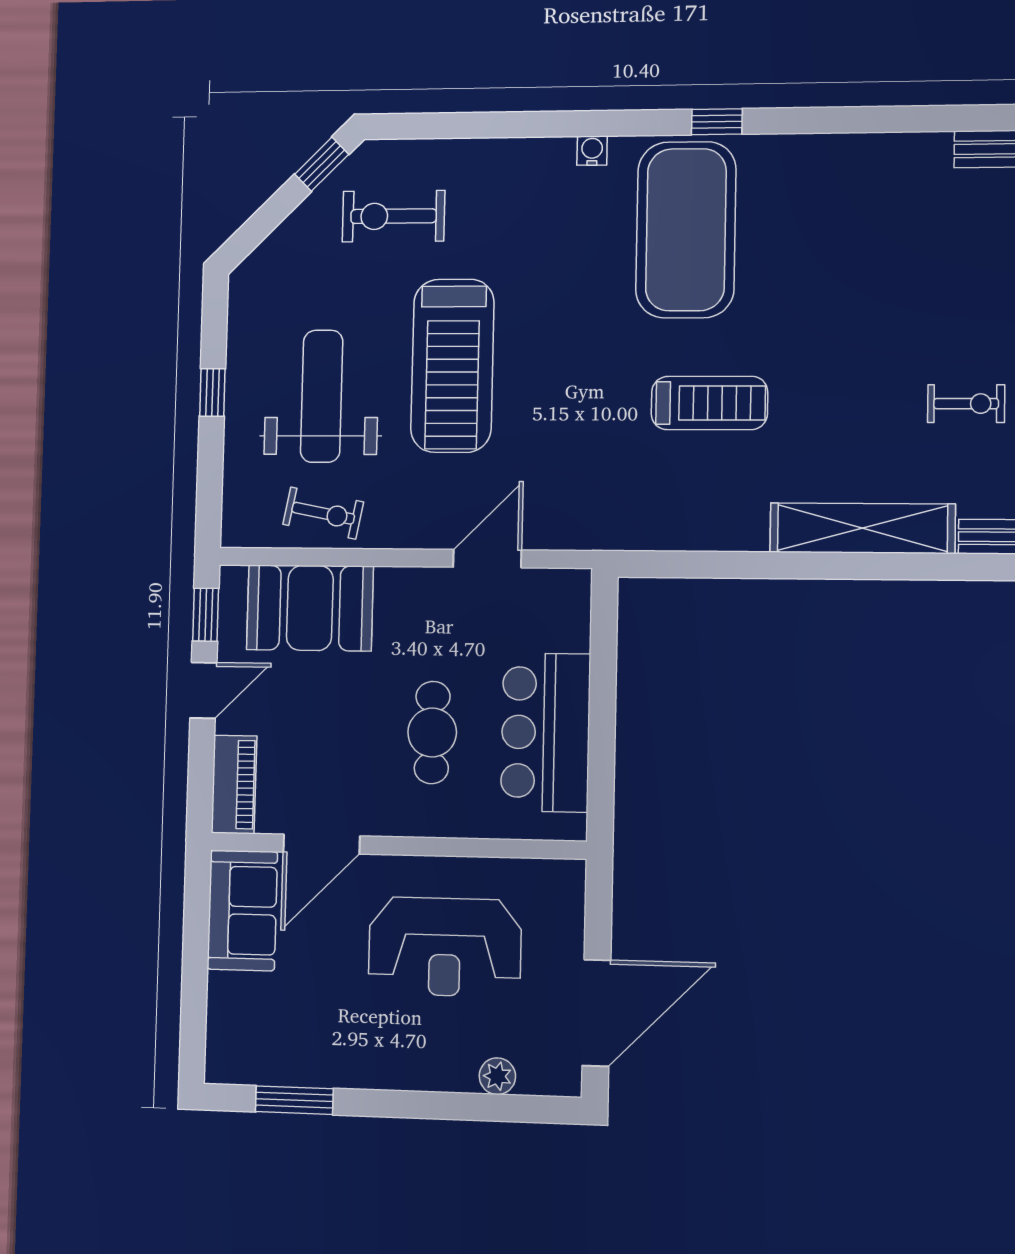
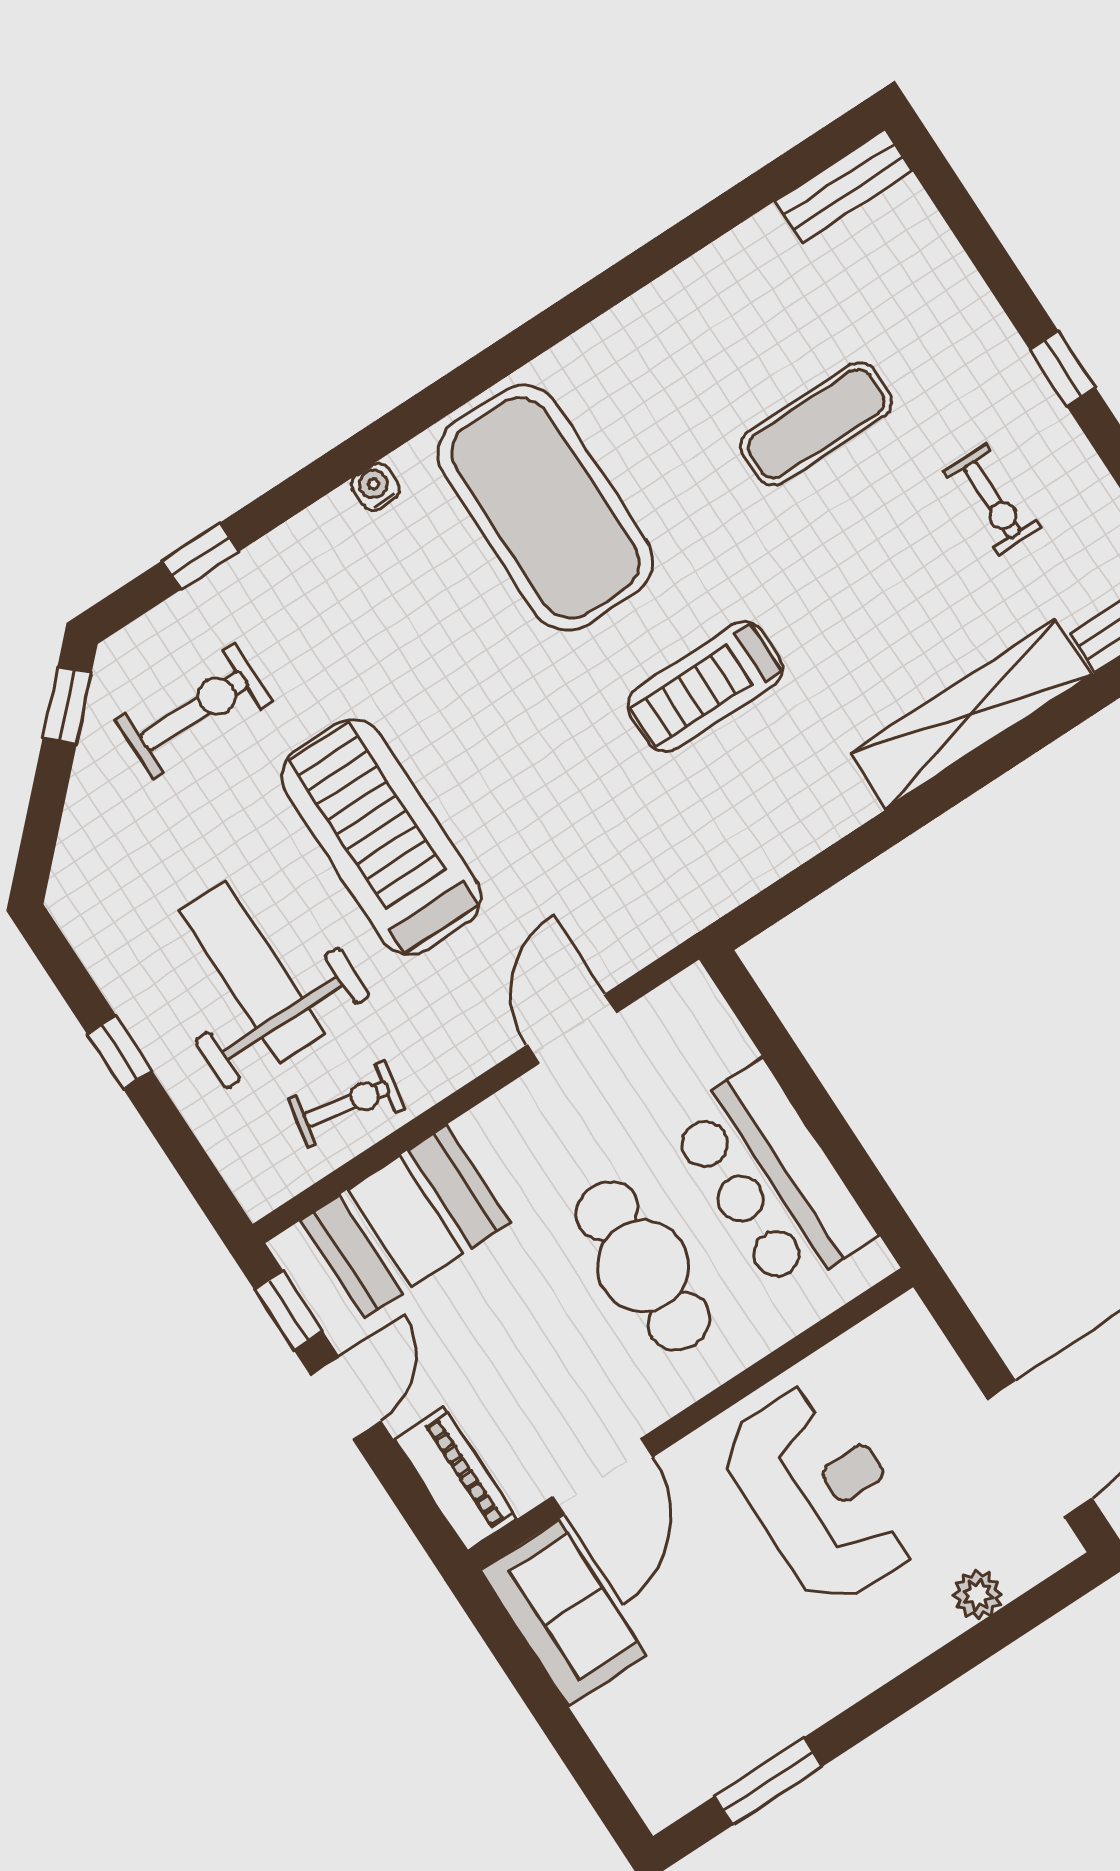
window: (717, 122) -> (200, 556), moved
exercise bike: (394, 216) -> (194, 711), turned 180
exercise mat: (887, 285) -> (816, 424), added
treadmill: (452, 366) -> (381, 837), turned 180
treadmill: (709, 403) -> (705, 687), turned 180
exercise bike: (966, 404) -> (992, 500), turned 90
cafe table: (432, 732) -> (643, 1266), width x1.37, depth x1.35
reception desk: (445, 947) -> (821, 1494), turned -90

